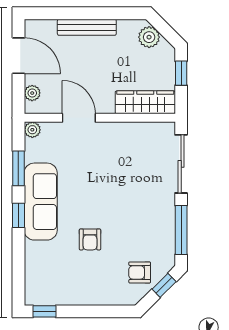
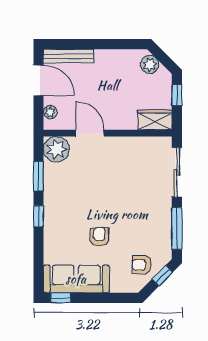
bench: (87, 27) -> (68, 56), moved
wardrobe: (145, 102) -> (155, 120), width x0.67
plant: (32, 130) -> (56, 149), width x1.88, depth x1.88
sofa: (41, 202) -> (76, 279), moved, turned -90
armchair: (90, 239) -> (99, 237), turned 180

